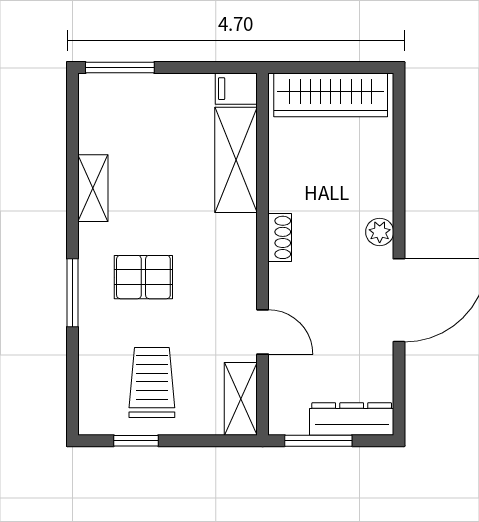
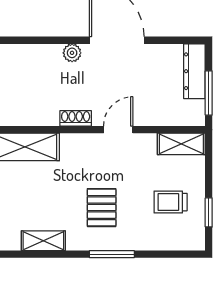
door: (263, 332) -> (118, 130), moved
trolley: (152, 382) -> (171, 202), width x0.73, depth x0.72

